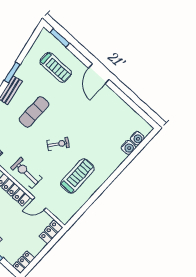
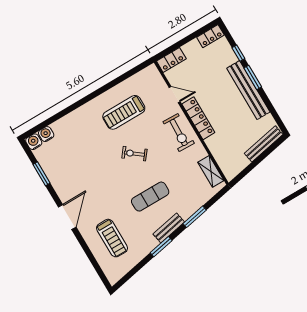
window: (60, 38) -> (42, 174), moved
treadmill: (56, 67) -> (112, 238), turned 180
water cooler: (128, 147) -> (34, 142), moved

